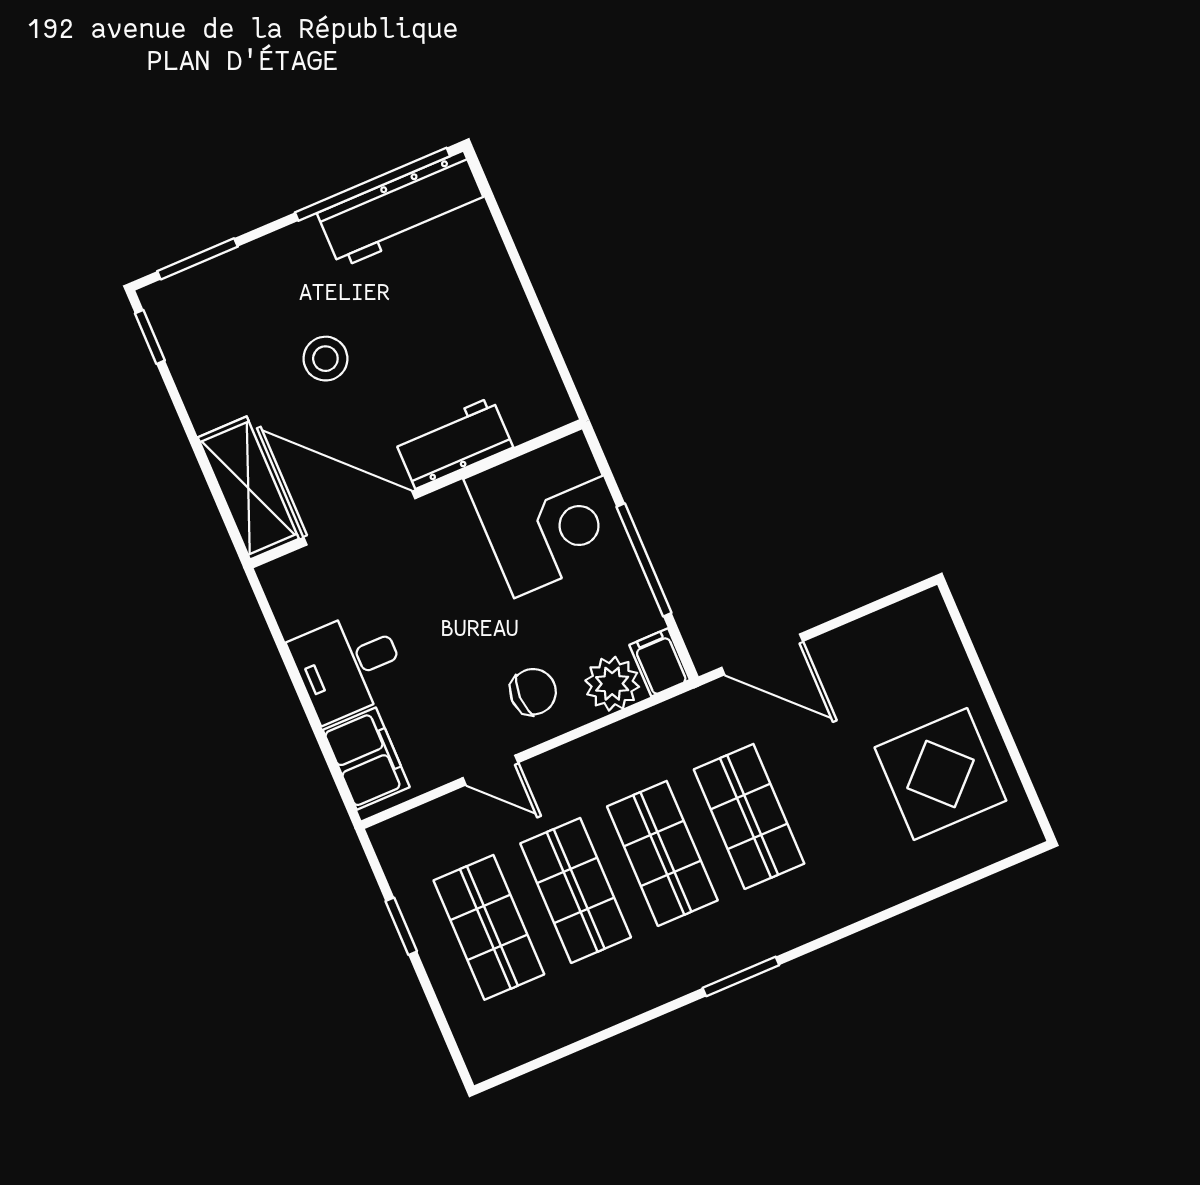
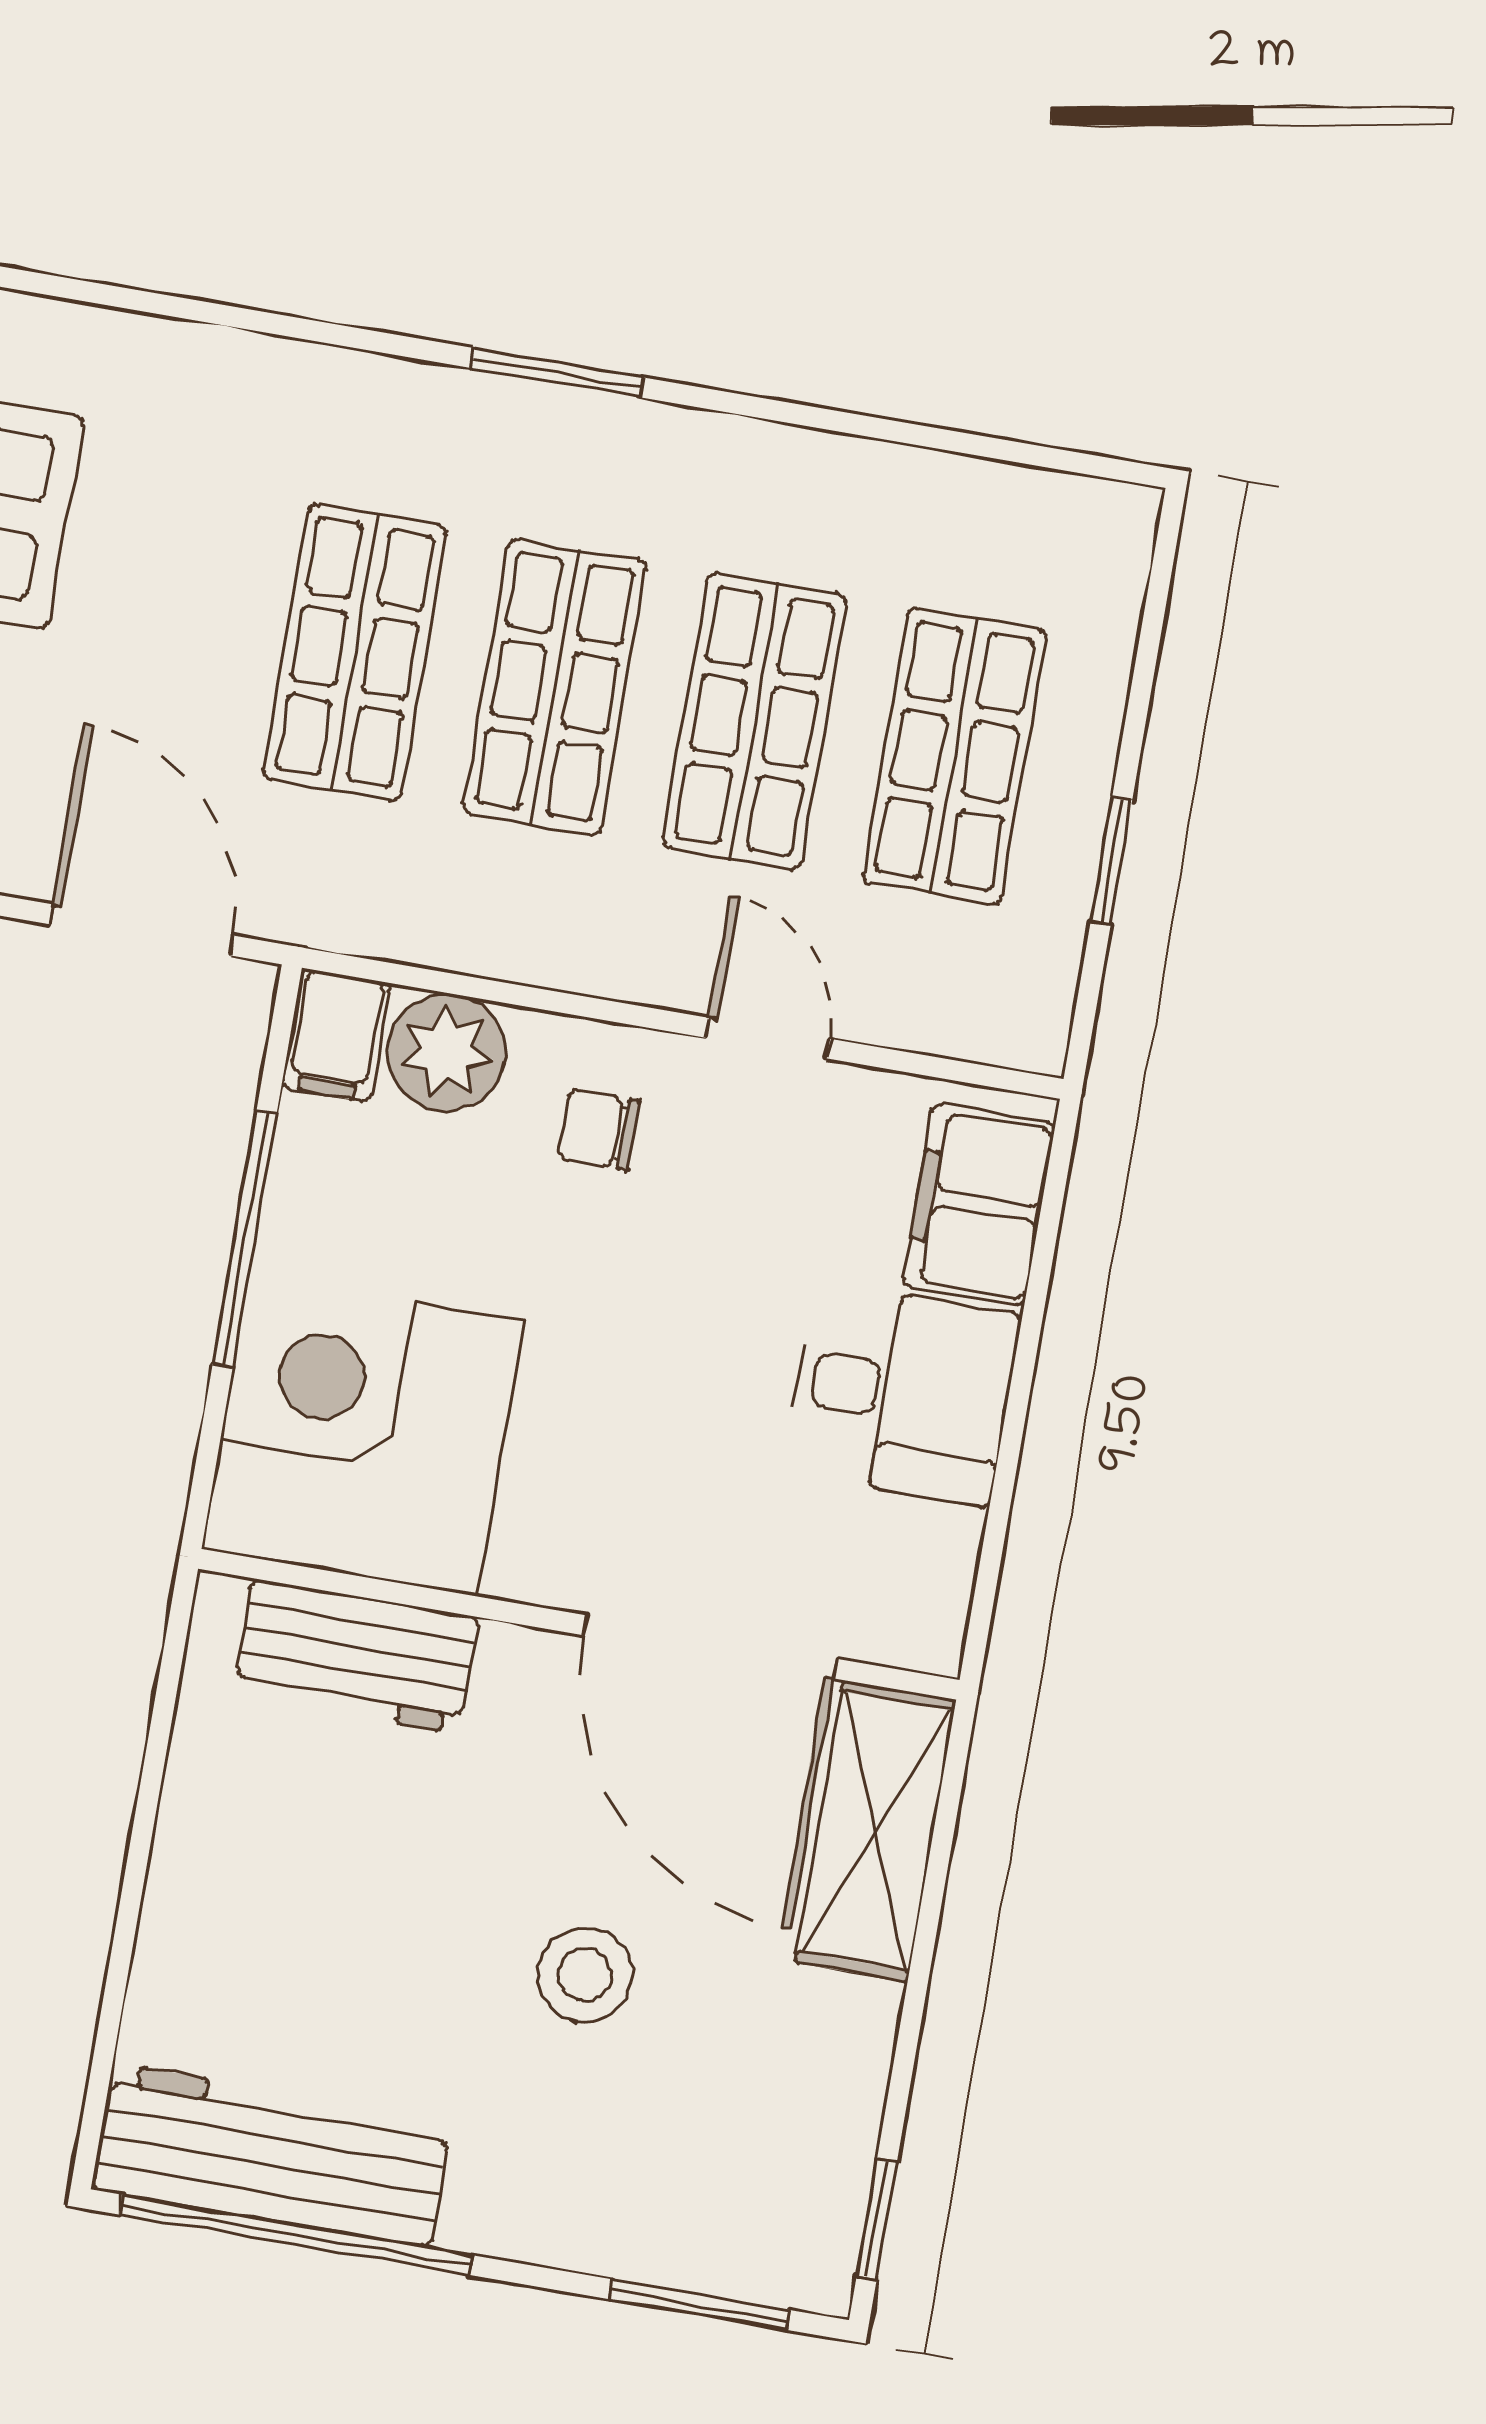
workbench: (454, 443) -> (356, 1656), moved
chair: (533, 692) -> (599, 1130), width x0.73, depth x0.73

